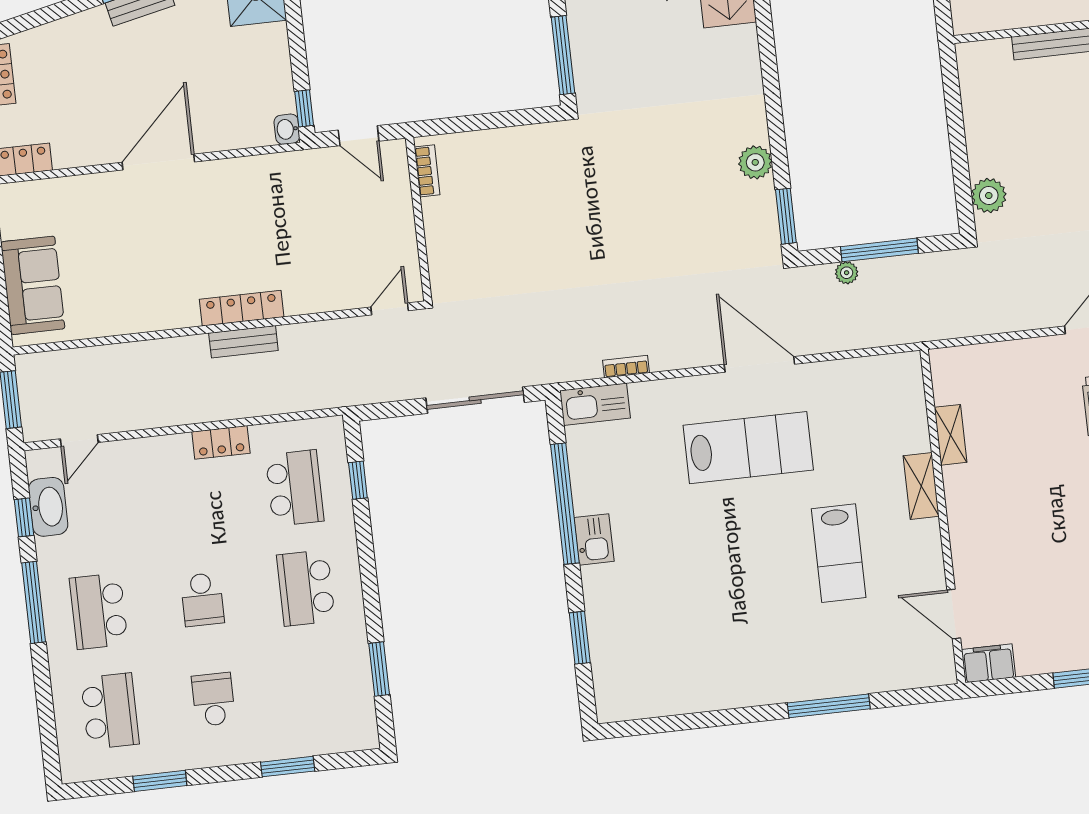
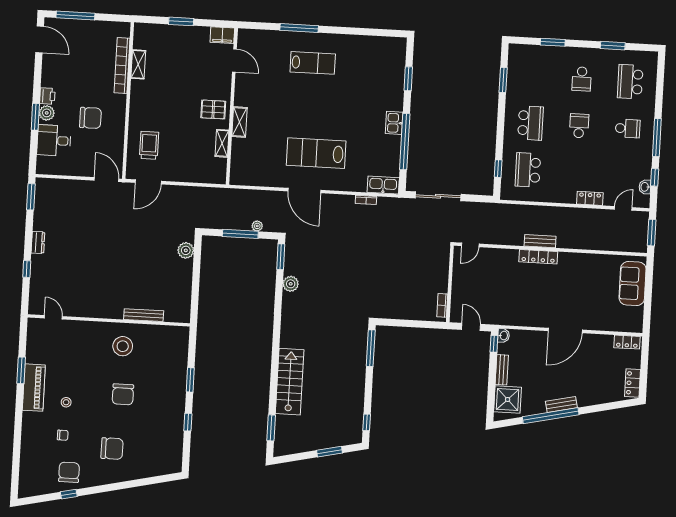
bench: (278, 56) -> (502, 370), added
locker: (221, 442) -> (590, 198), moved
pallet: (981, 503) -> (213, 109), added
washbasin: (48, 507) -> (645, 187), width x0.52, depth x0.69
lab bench: (839, 553) -> (313, 63), moved, turned 90
school desk: (99, 611) -> (628, 128), width x0.54

